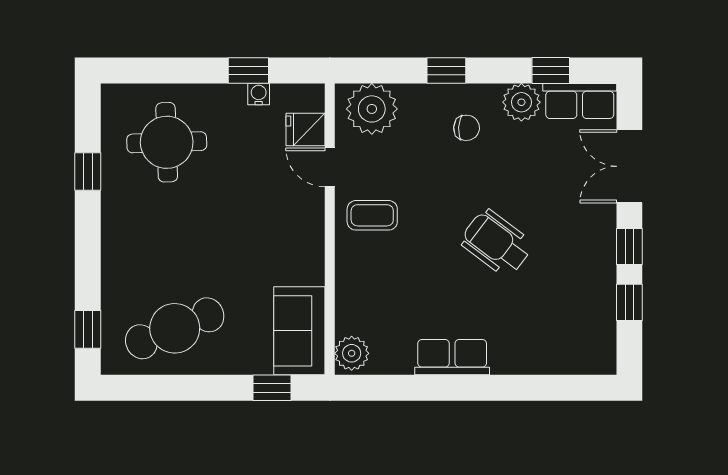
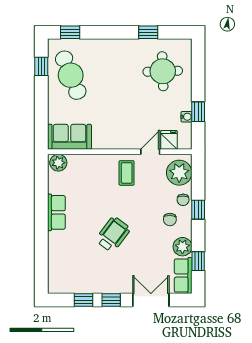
chair: (427, 101) -> (183, 200), added
window: (272, 388) -> (41, 66), moved

